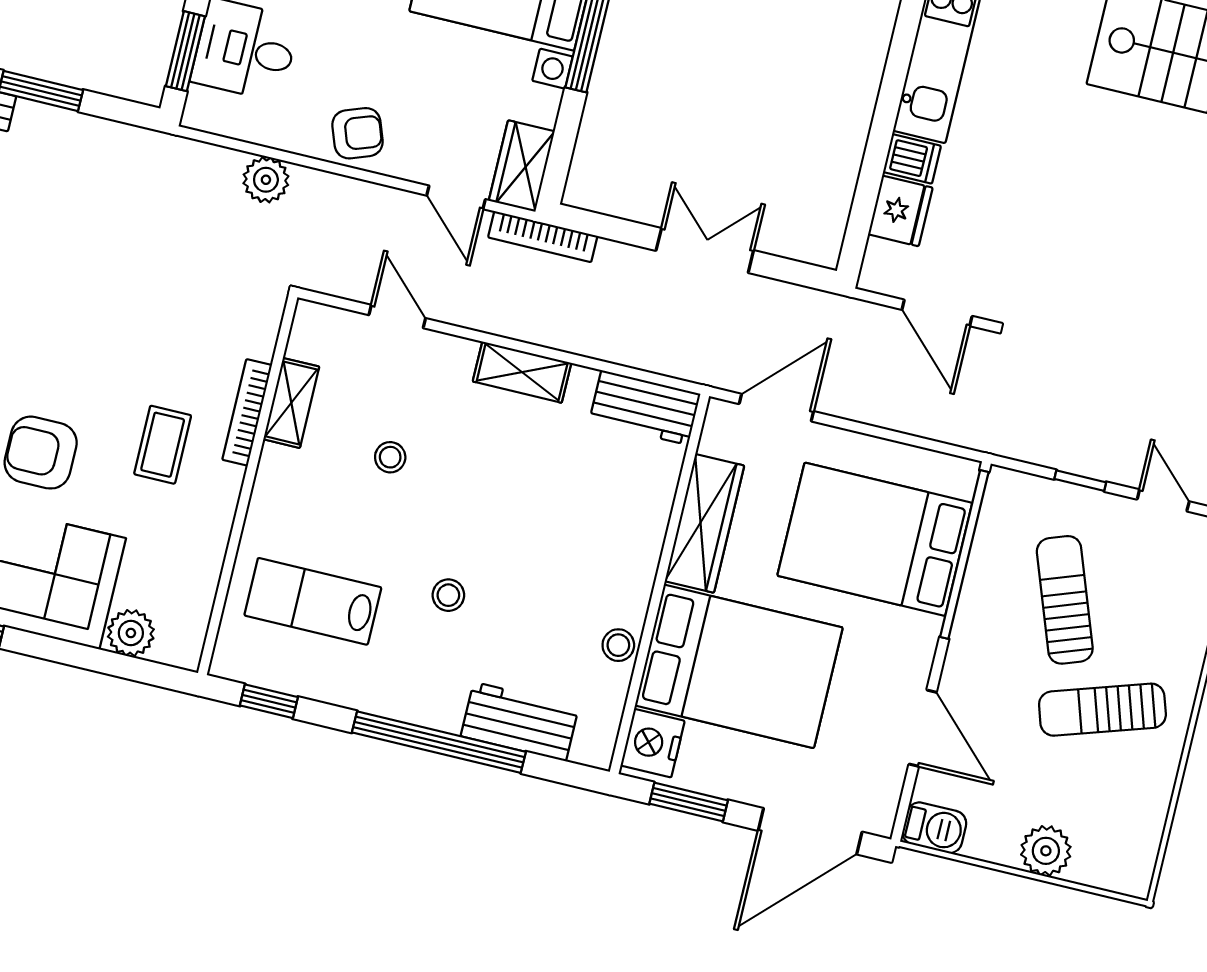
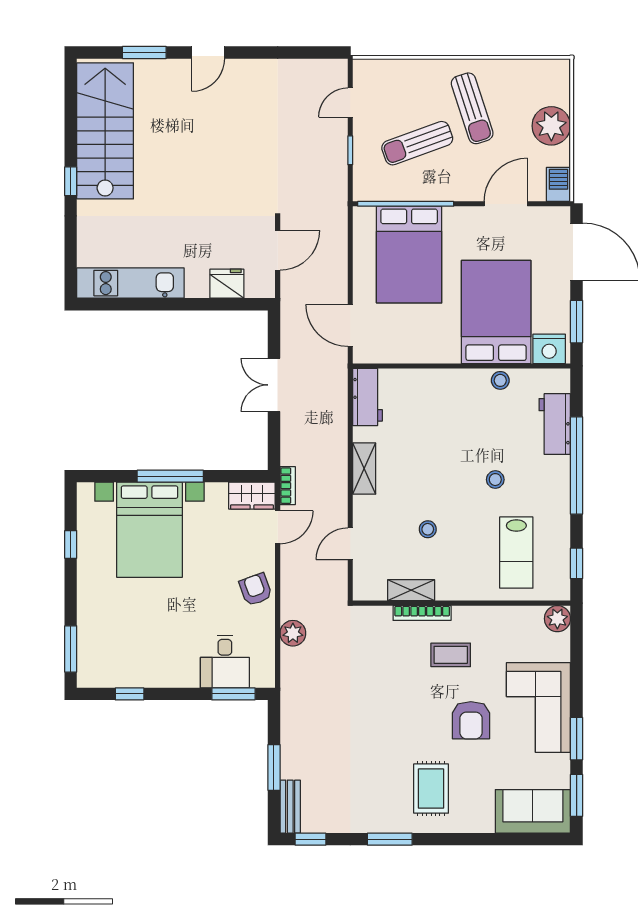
dishwasher: (912, 159) -> (197, 284), removed
bookcase: (543, 237) -> (288, 486), width x0.64
wardrobe: (705, 523) -> (423, 349), removed
plant: (131, 633) -> (557, 619), moved
plant: (1046, 851) -> (551, 126), width x1.36, depth x1.36

